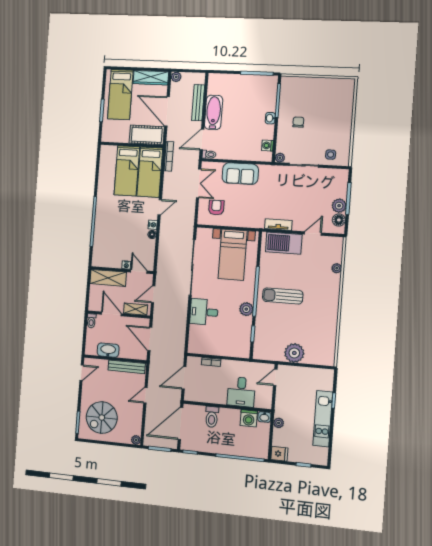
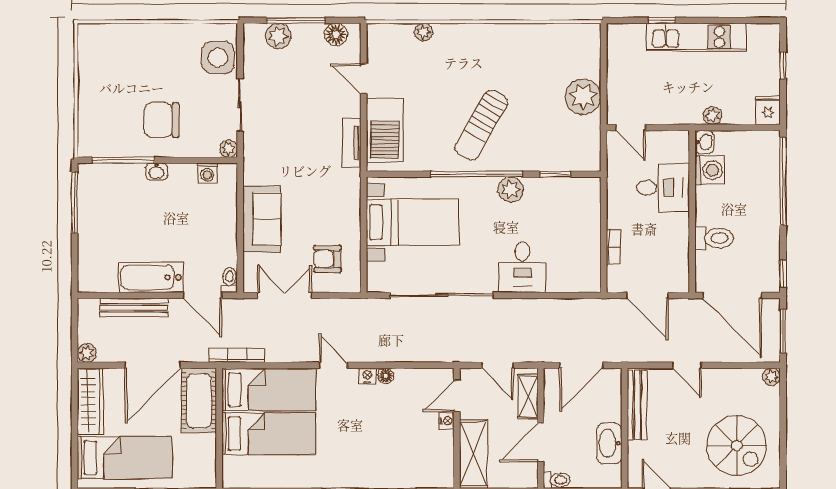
chair: (298, 122) -> (162, 120), width x1.87, depth x1.87
side table: (331, 155) -> (218, 58), width x1.87, depth x1.87
plant: (339, 206) -> (278, 36), moved
sun lounger: (283, 296) -> (481, 125), turned 30

